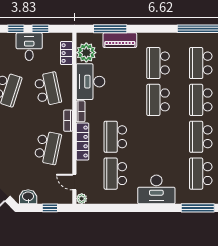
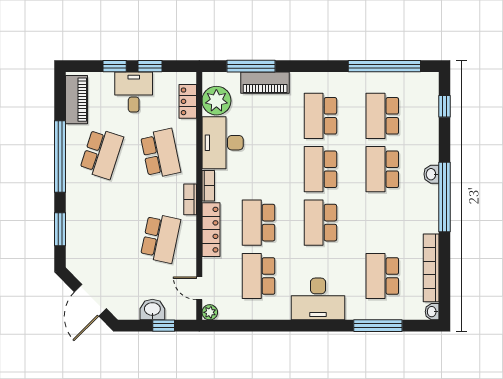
school desk: (201, 137) -> (320, 223), moved
washbasin: (28, 197) -> (152, 310), moved

